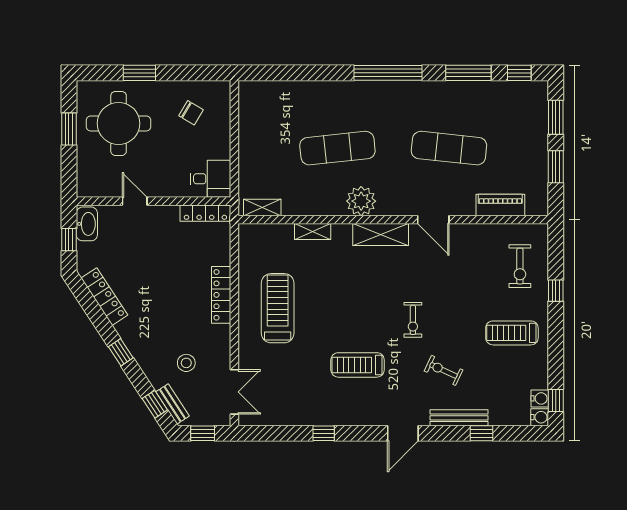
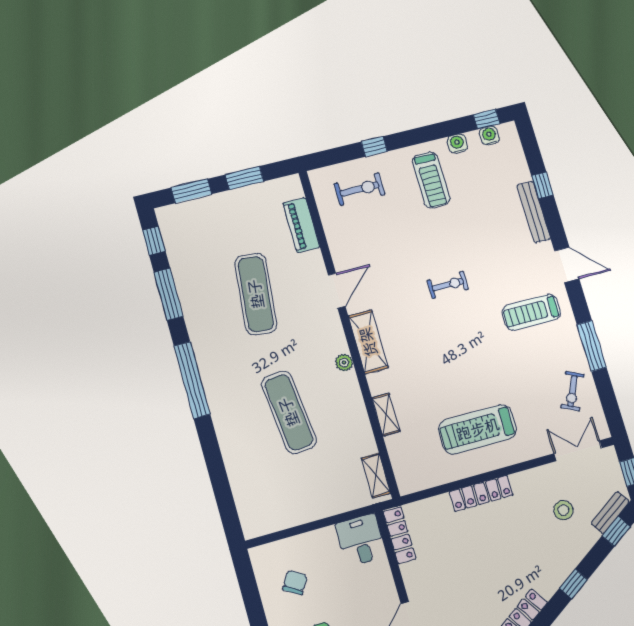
plant: (361, 201) -> (344, 363), width x0.53, depth x0.53
treadmill: (358, 365) -> (531, 312), moved, turned 90
exercise bike: (443, 370) -> (573, 391), moved
water cooler: (540, 417) -> (457, 144), moved
window: (324, 433) -> (592, 346), width x2.17

